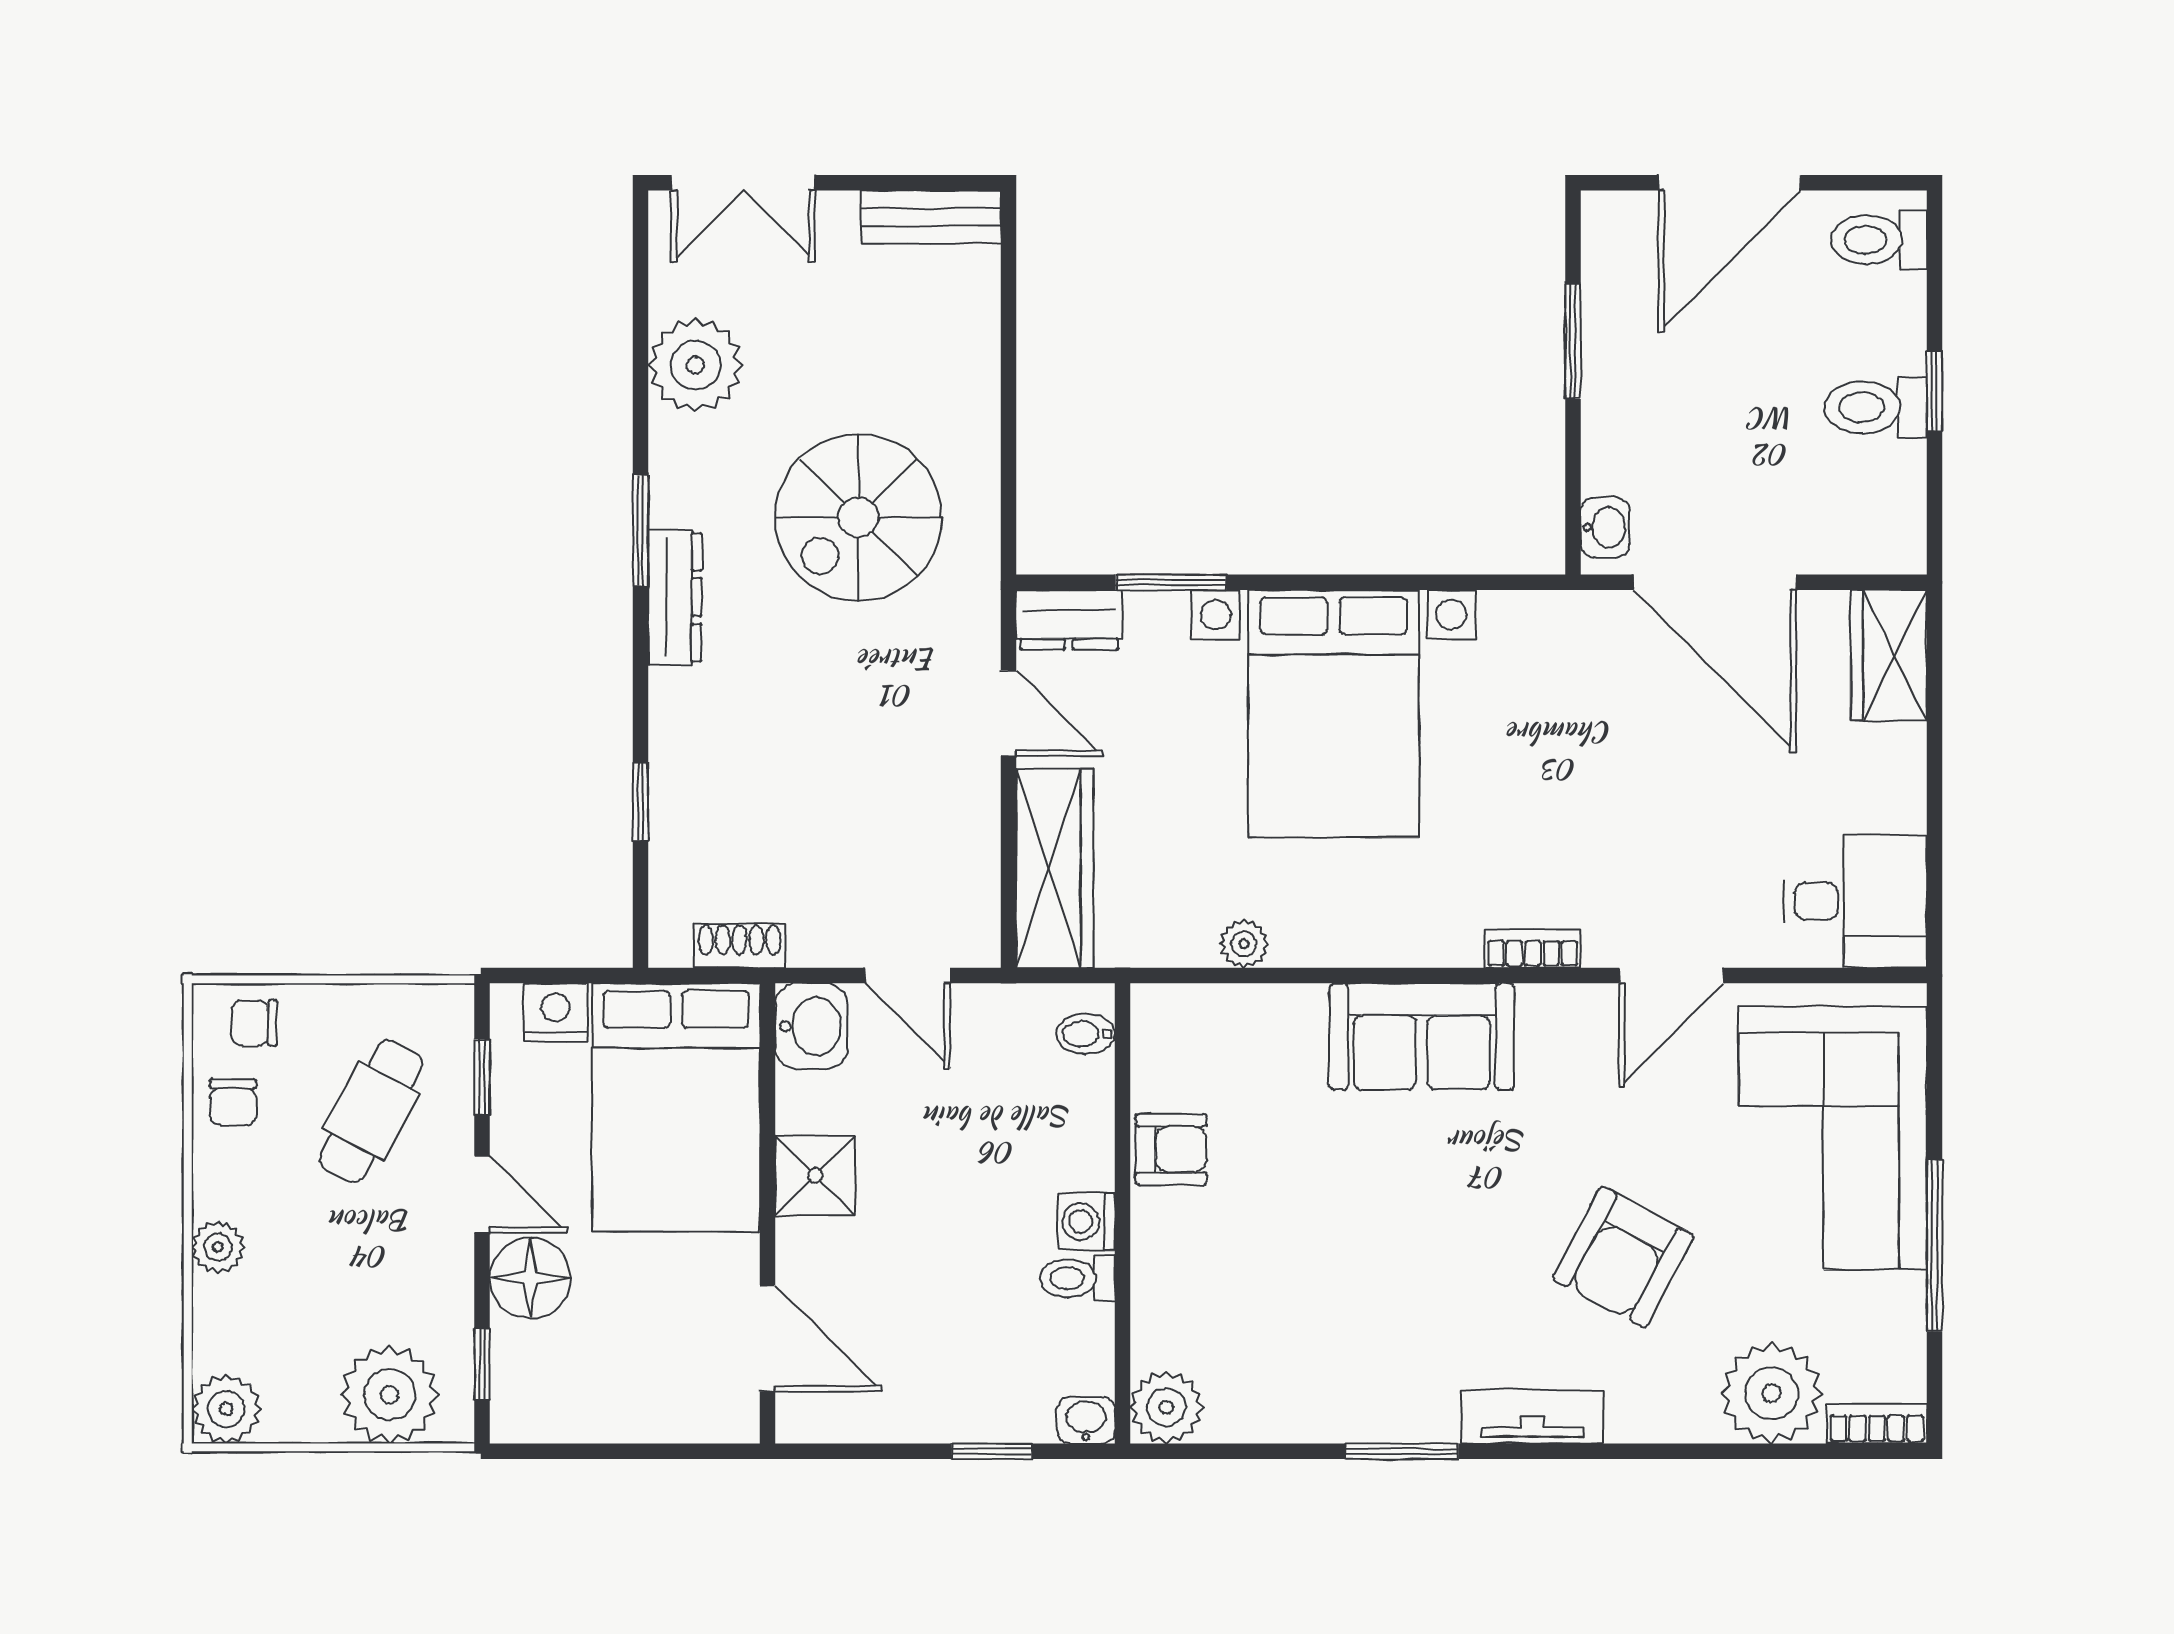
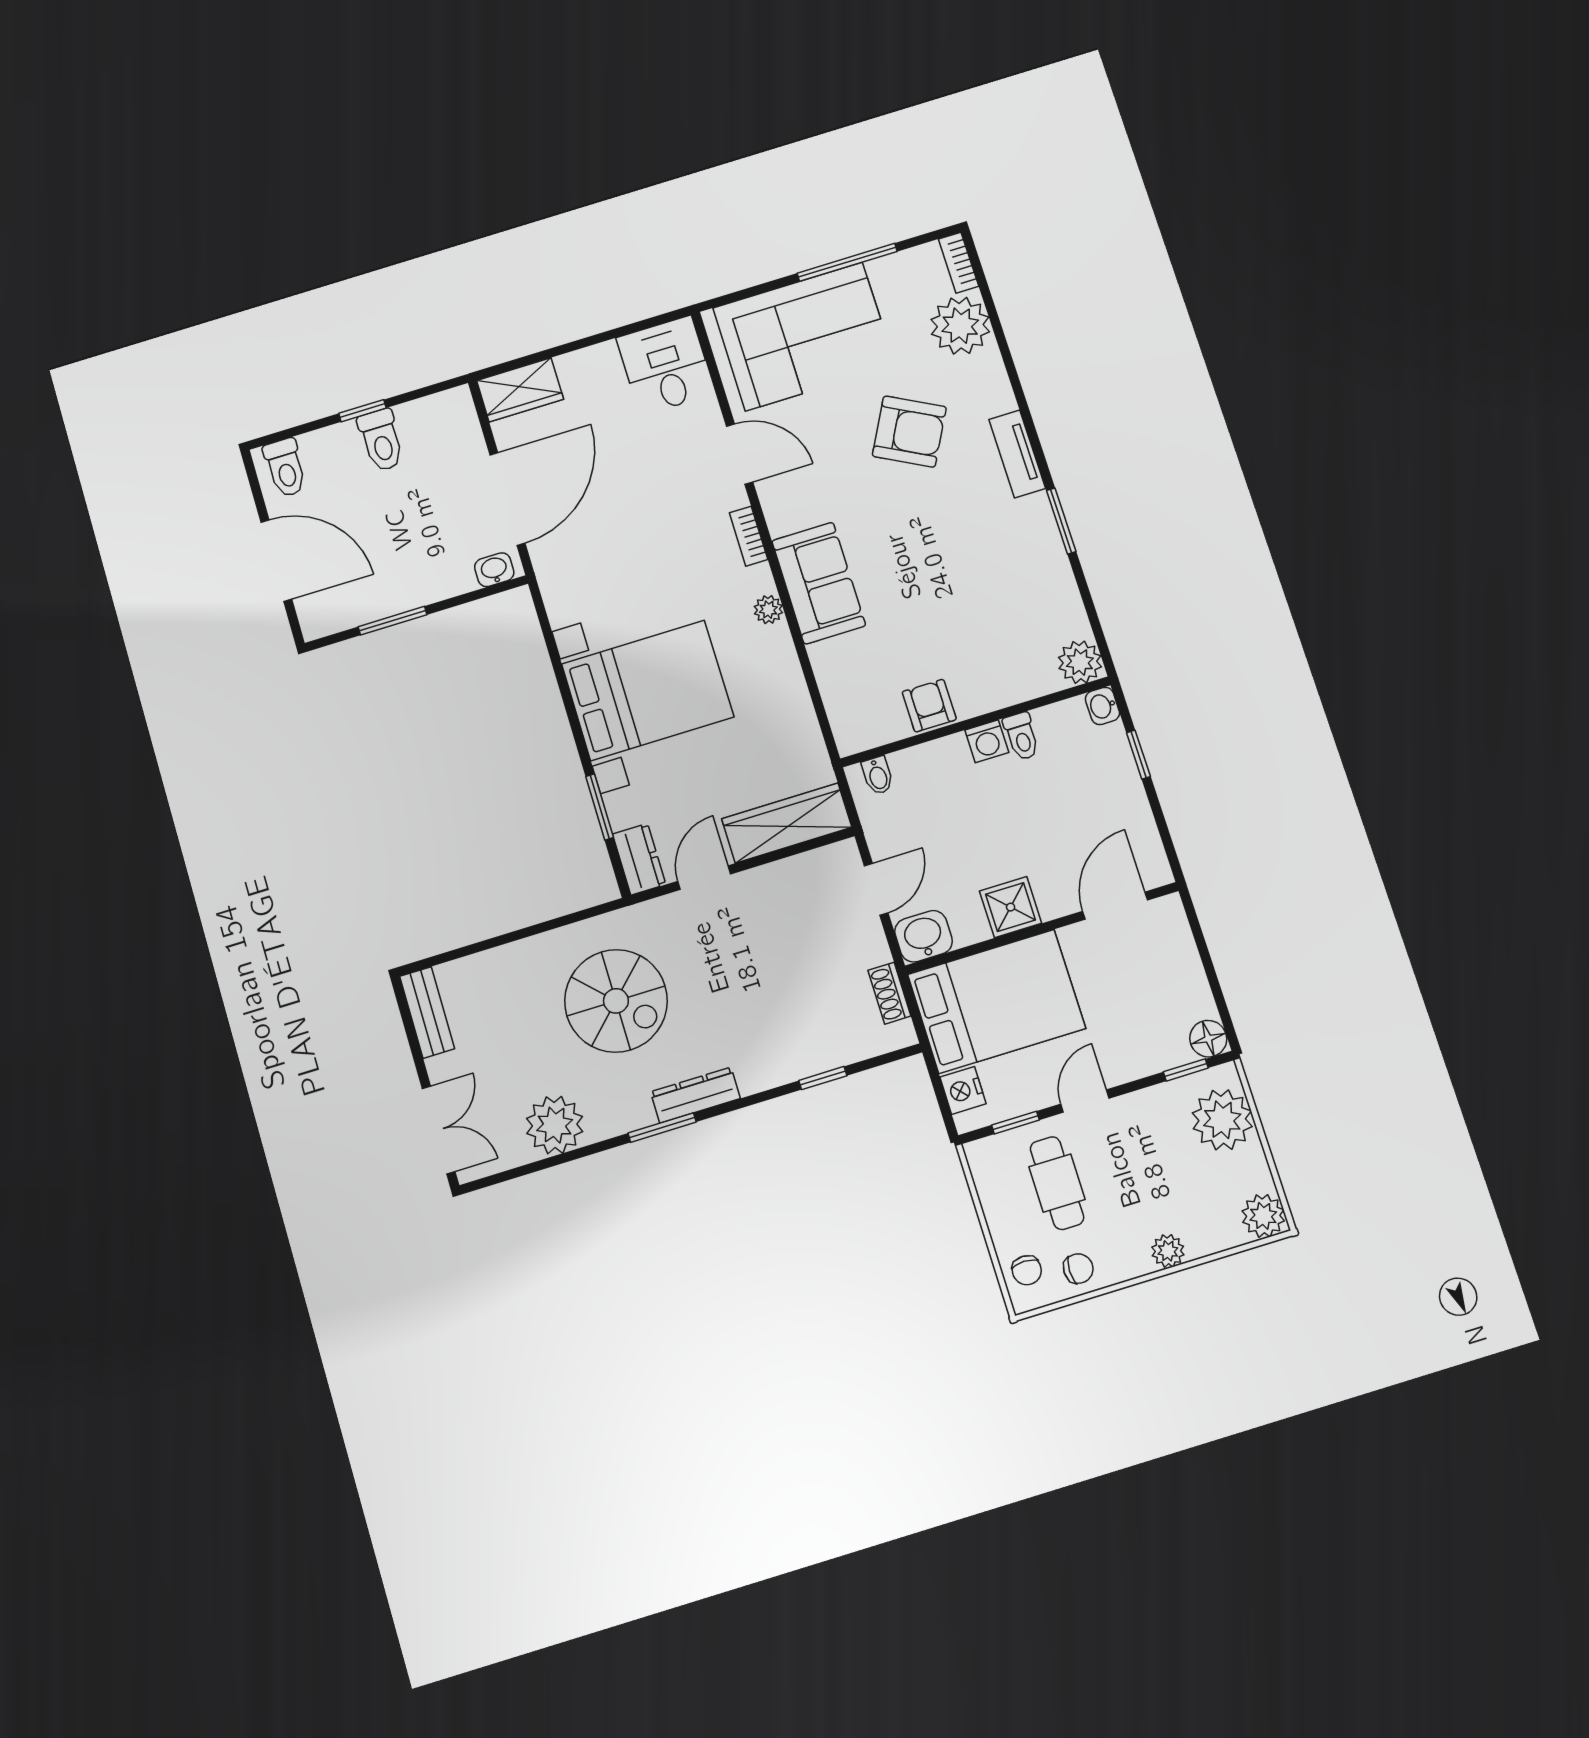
plant: (1244, 944) -> (768, 610), moved
cafe table: (371, 1111) -> (1057, 1183), turned 62
floor lamp: (530, 1278) -> (1208, 1039), moved, width x0.73, depth x0.73

